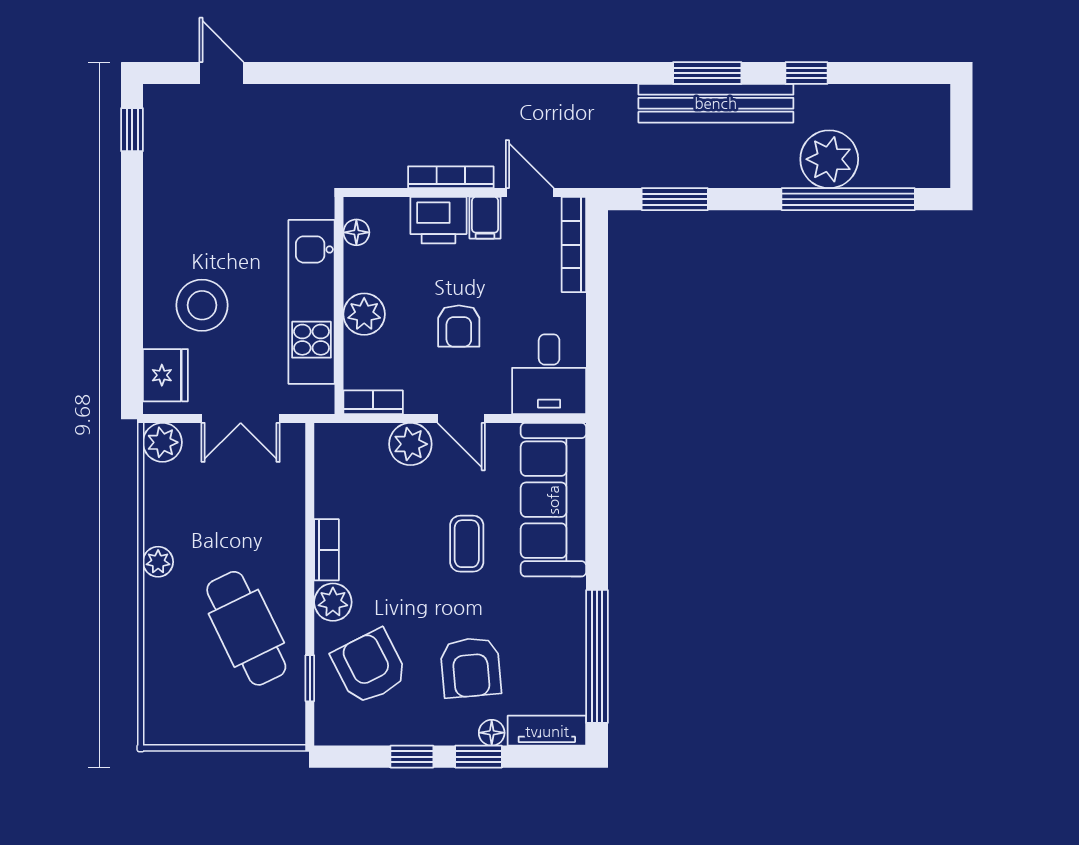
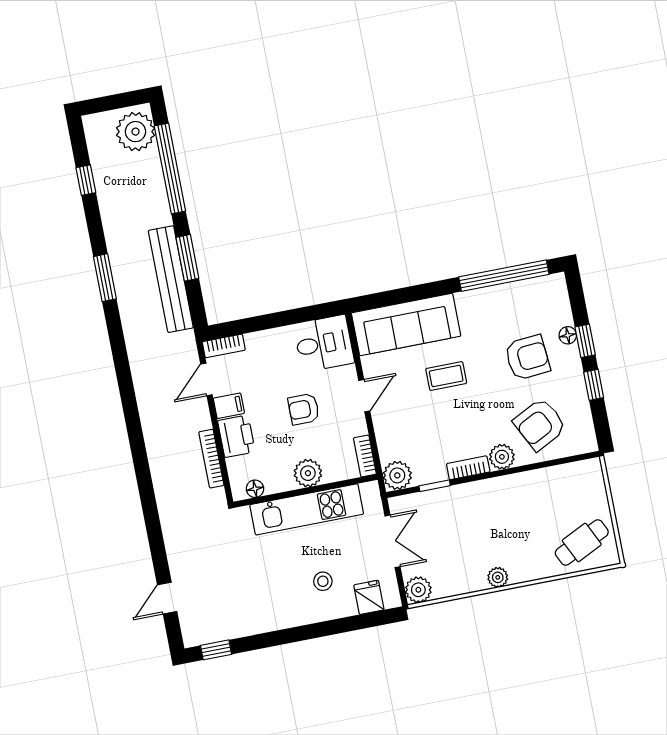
window: (807, 73) -> (86, 180), moved
bench: (716, 103) -> (171, 279), moved
plant: (829, 159) -> (135, 132), moved
bookcase: (451, 177) -> (211, 459), moved
window: (675, 199) -> (187, 258), moved
bookcase: (574, 245) -> (224, 346), width x0.64
stool: (202, 305) -> (323, 581), width x0.53, depth x0.53
armchair: (459, 326) -> (304, 409), turned 180
fridge: (165, 375) -> (369, 597), width x0.72
plant: (410, 444) -> (397, 475), moved
cafe table: (246, 628) -> (582, 543), moved, width x0.73, depth x0.74
window: (310, 678) -> (435, 486), moved
tv unit: (547, 731) -> (559, 299), removed

